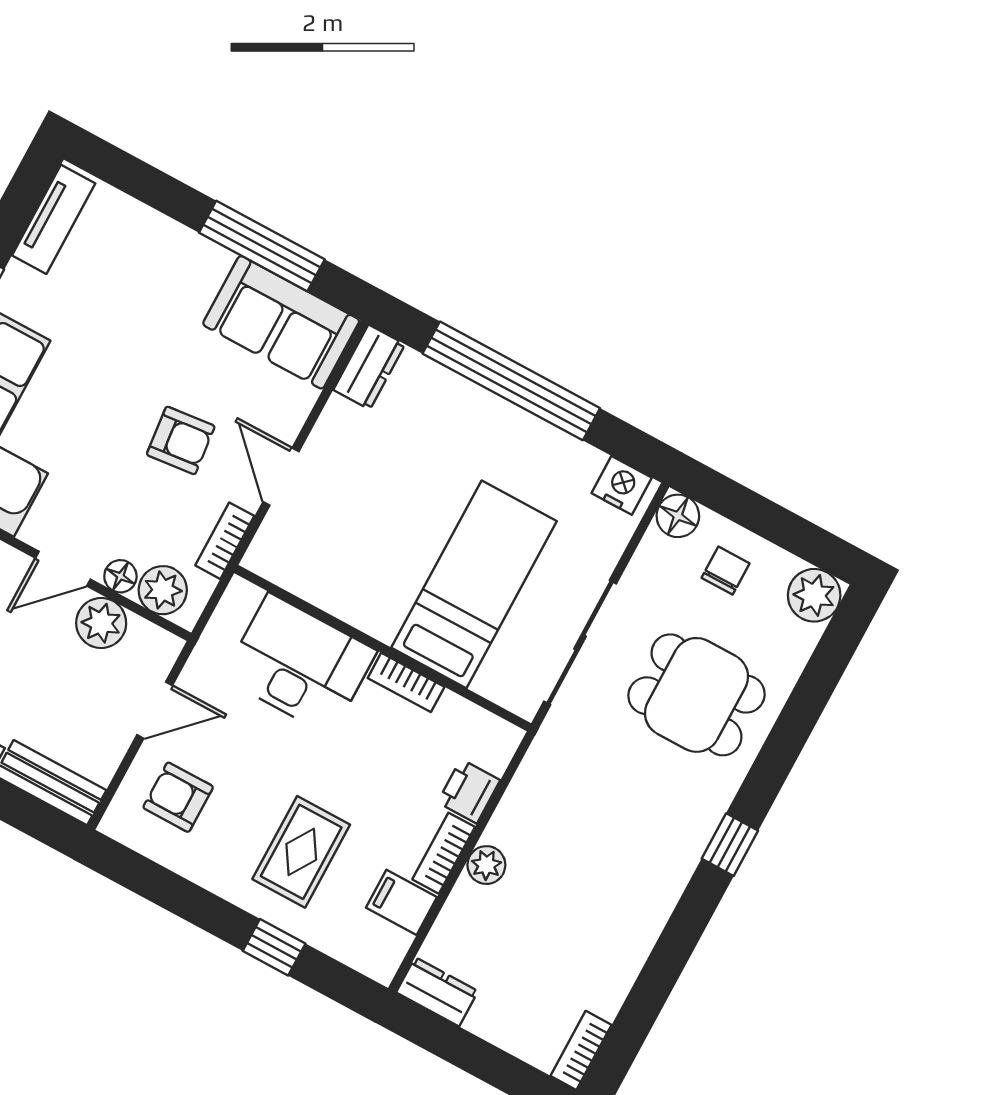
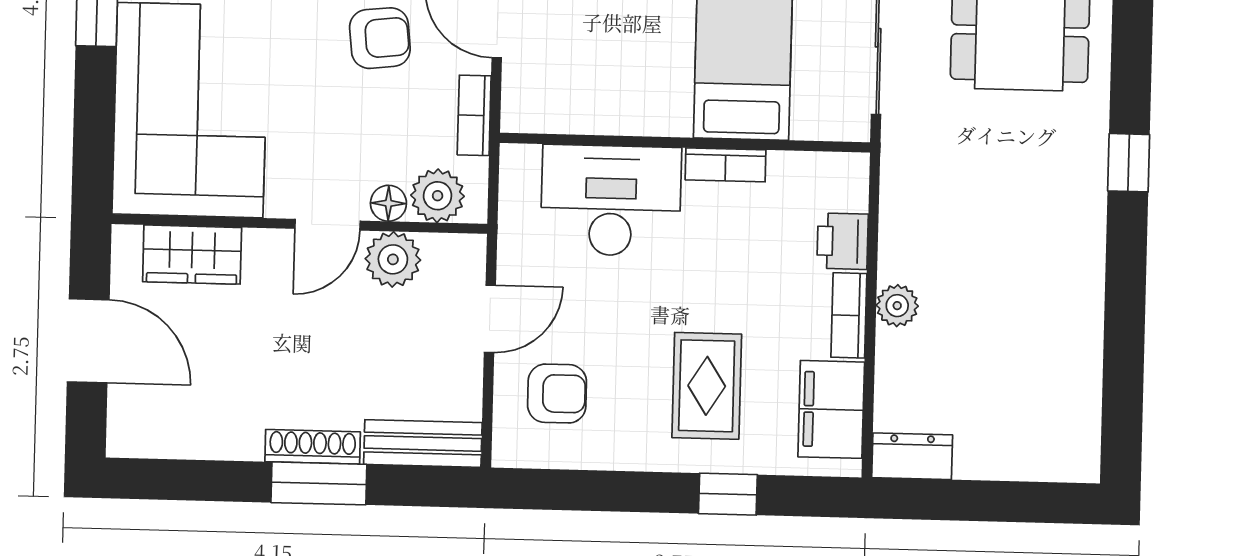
armchair: (178, 797) -> (557, 394), turned 180
filing cabinet: (402, 902) -> (831, 409), width x2.00
bookcase: (581, 1050) -> (1085, 442), removed

